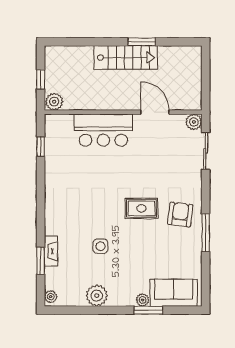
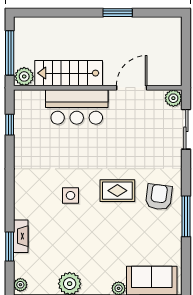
stairs: (126, 58) -> (69, 73), moved, turned 180
window: (41, 80) -> (10, 53), width x2.17
door: (155, 112) -> (132, 88), hinge flipped
side table: (100, 246) -> (71, 195), moved

